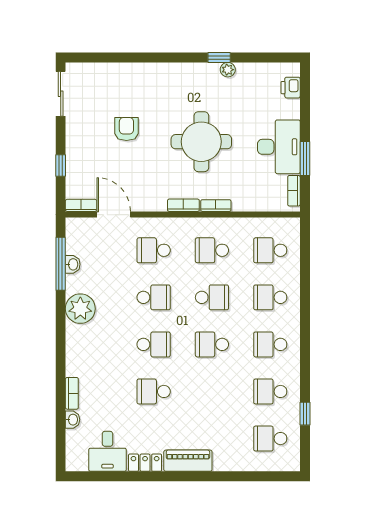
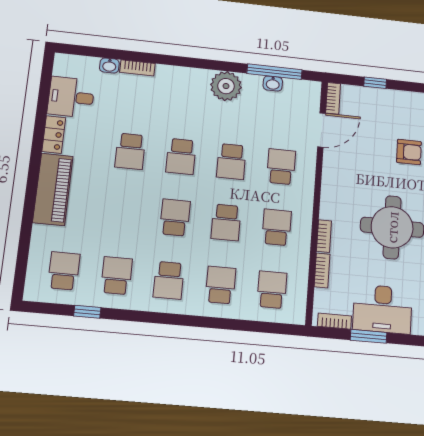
bookcase: (183, 205) -> (322, 270), moved
school desk: (270, 344) -> (169, 280), turned 180
school desk: (154, 391) -> (130, 151), turned 180
piano: (188, 461) -> (53, 189), width x1.37, depth x1.33

